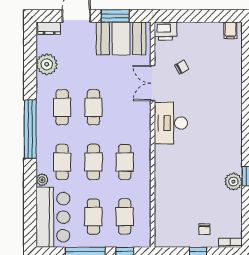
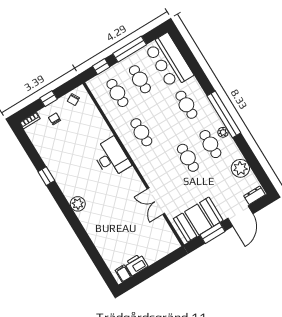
printer: (166, 31) -> (136, 265), moved
chair: (182, 67) -> (73, 100), moved
double door: (153, 83) -> (156, 201), swing flipped
desk: (171, 123) -> (111, 158), moved
cafe table: (93, 162) -> (164, 119), removed
plant: (42, 180) -> (223, 132), moved
plant: (233, 182) -> (78, 204), moved

